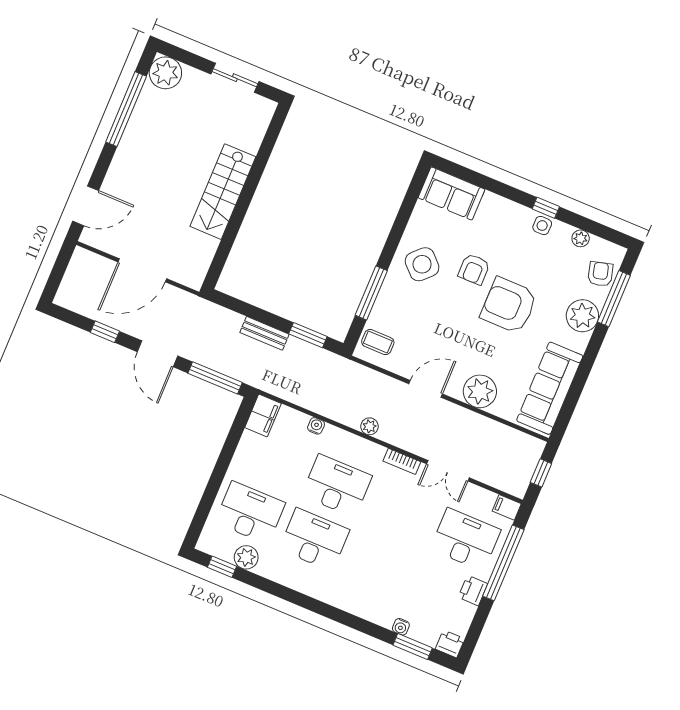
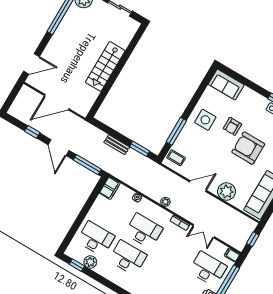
side table: (422, 264) -> (205, 120), turned 45

